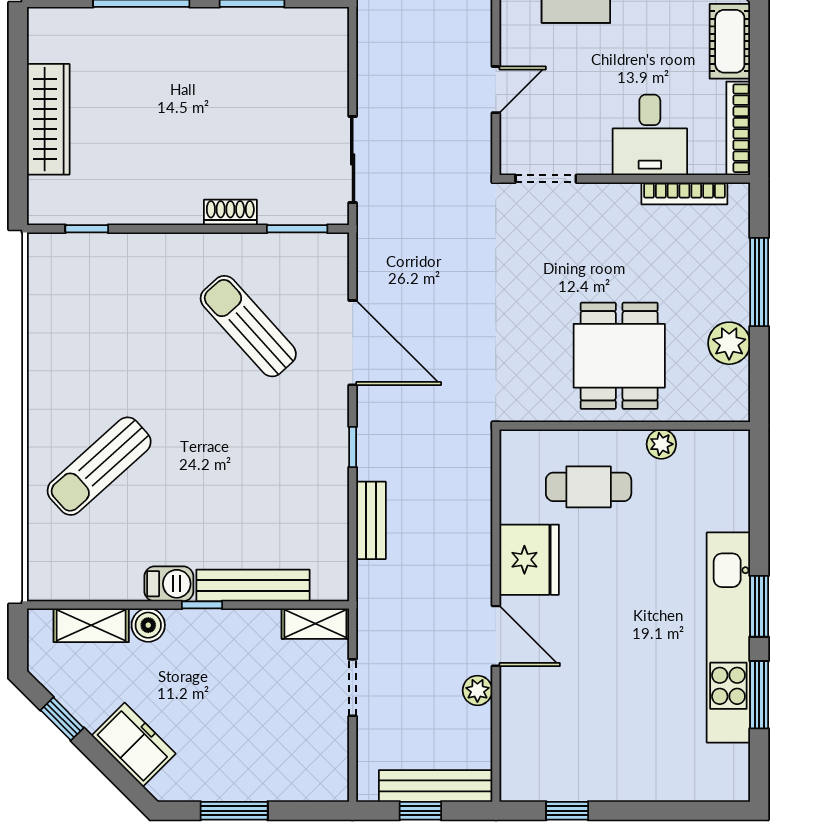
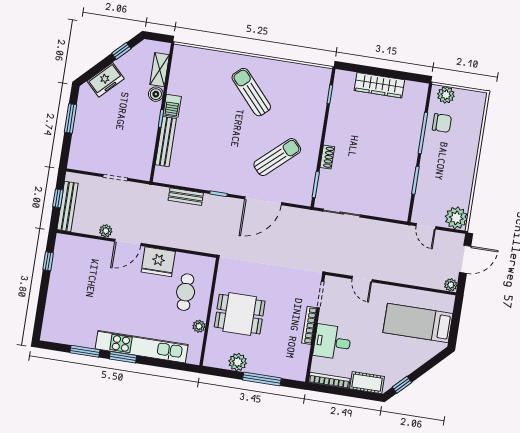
bookcase: (684, 193) -> (309, 325), moved
sun lounger: (99, 466) -> (251, 92), moved
shelving: (315, 624) -> (145, 166), removed
kitchen unit: (728, 637) -> (142, 347), moved

